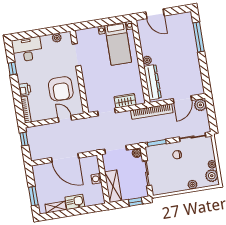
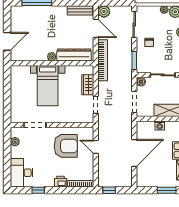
bed with nightstands: (118, 44) -> (48, 86), moved, turned 90
bench: (198, 81) -> (80, 10), added
door: (65, 119) -> (96, 147), hinge flipped

